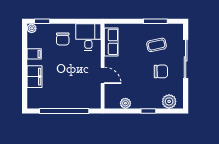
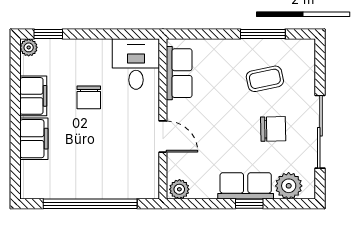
chair: (63, 39) -> (89, 97), moved
filing cabinet: (34, 54) -> (33, 96), width x2.00
sliding door: (186, 59) -> (320, 132), moved
row of seats: (146, 102) -> (246, 186), added
plant: (125, 103) -> (179, 189), moved

